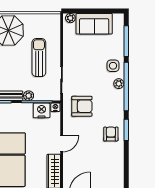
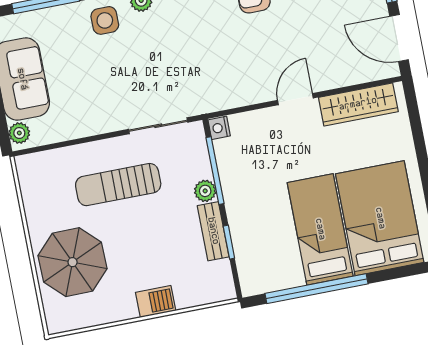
armchair: (82, 106) -> (206, 71), removed
nightstand: (42, 110) -> (232, 157), removed
door: (62, 144) -> (295, 99), hinge flipped

